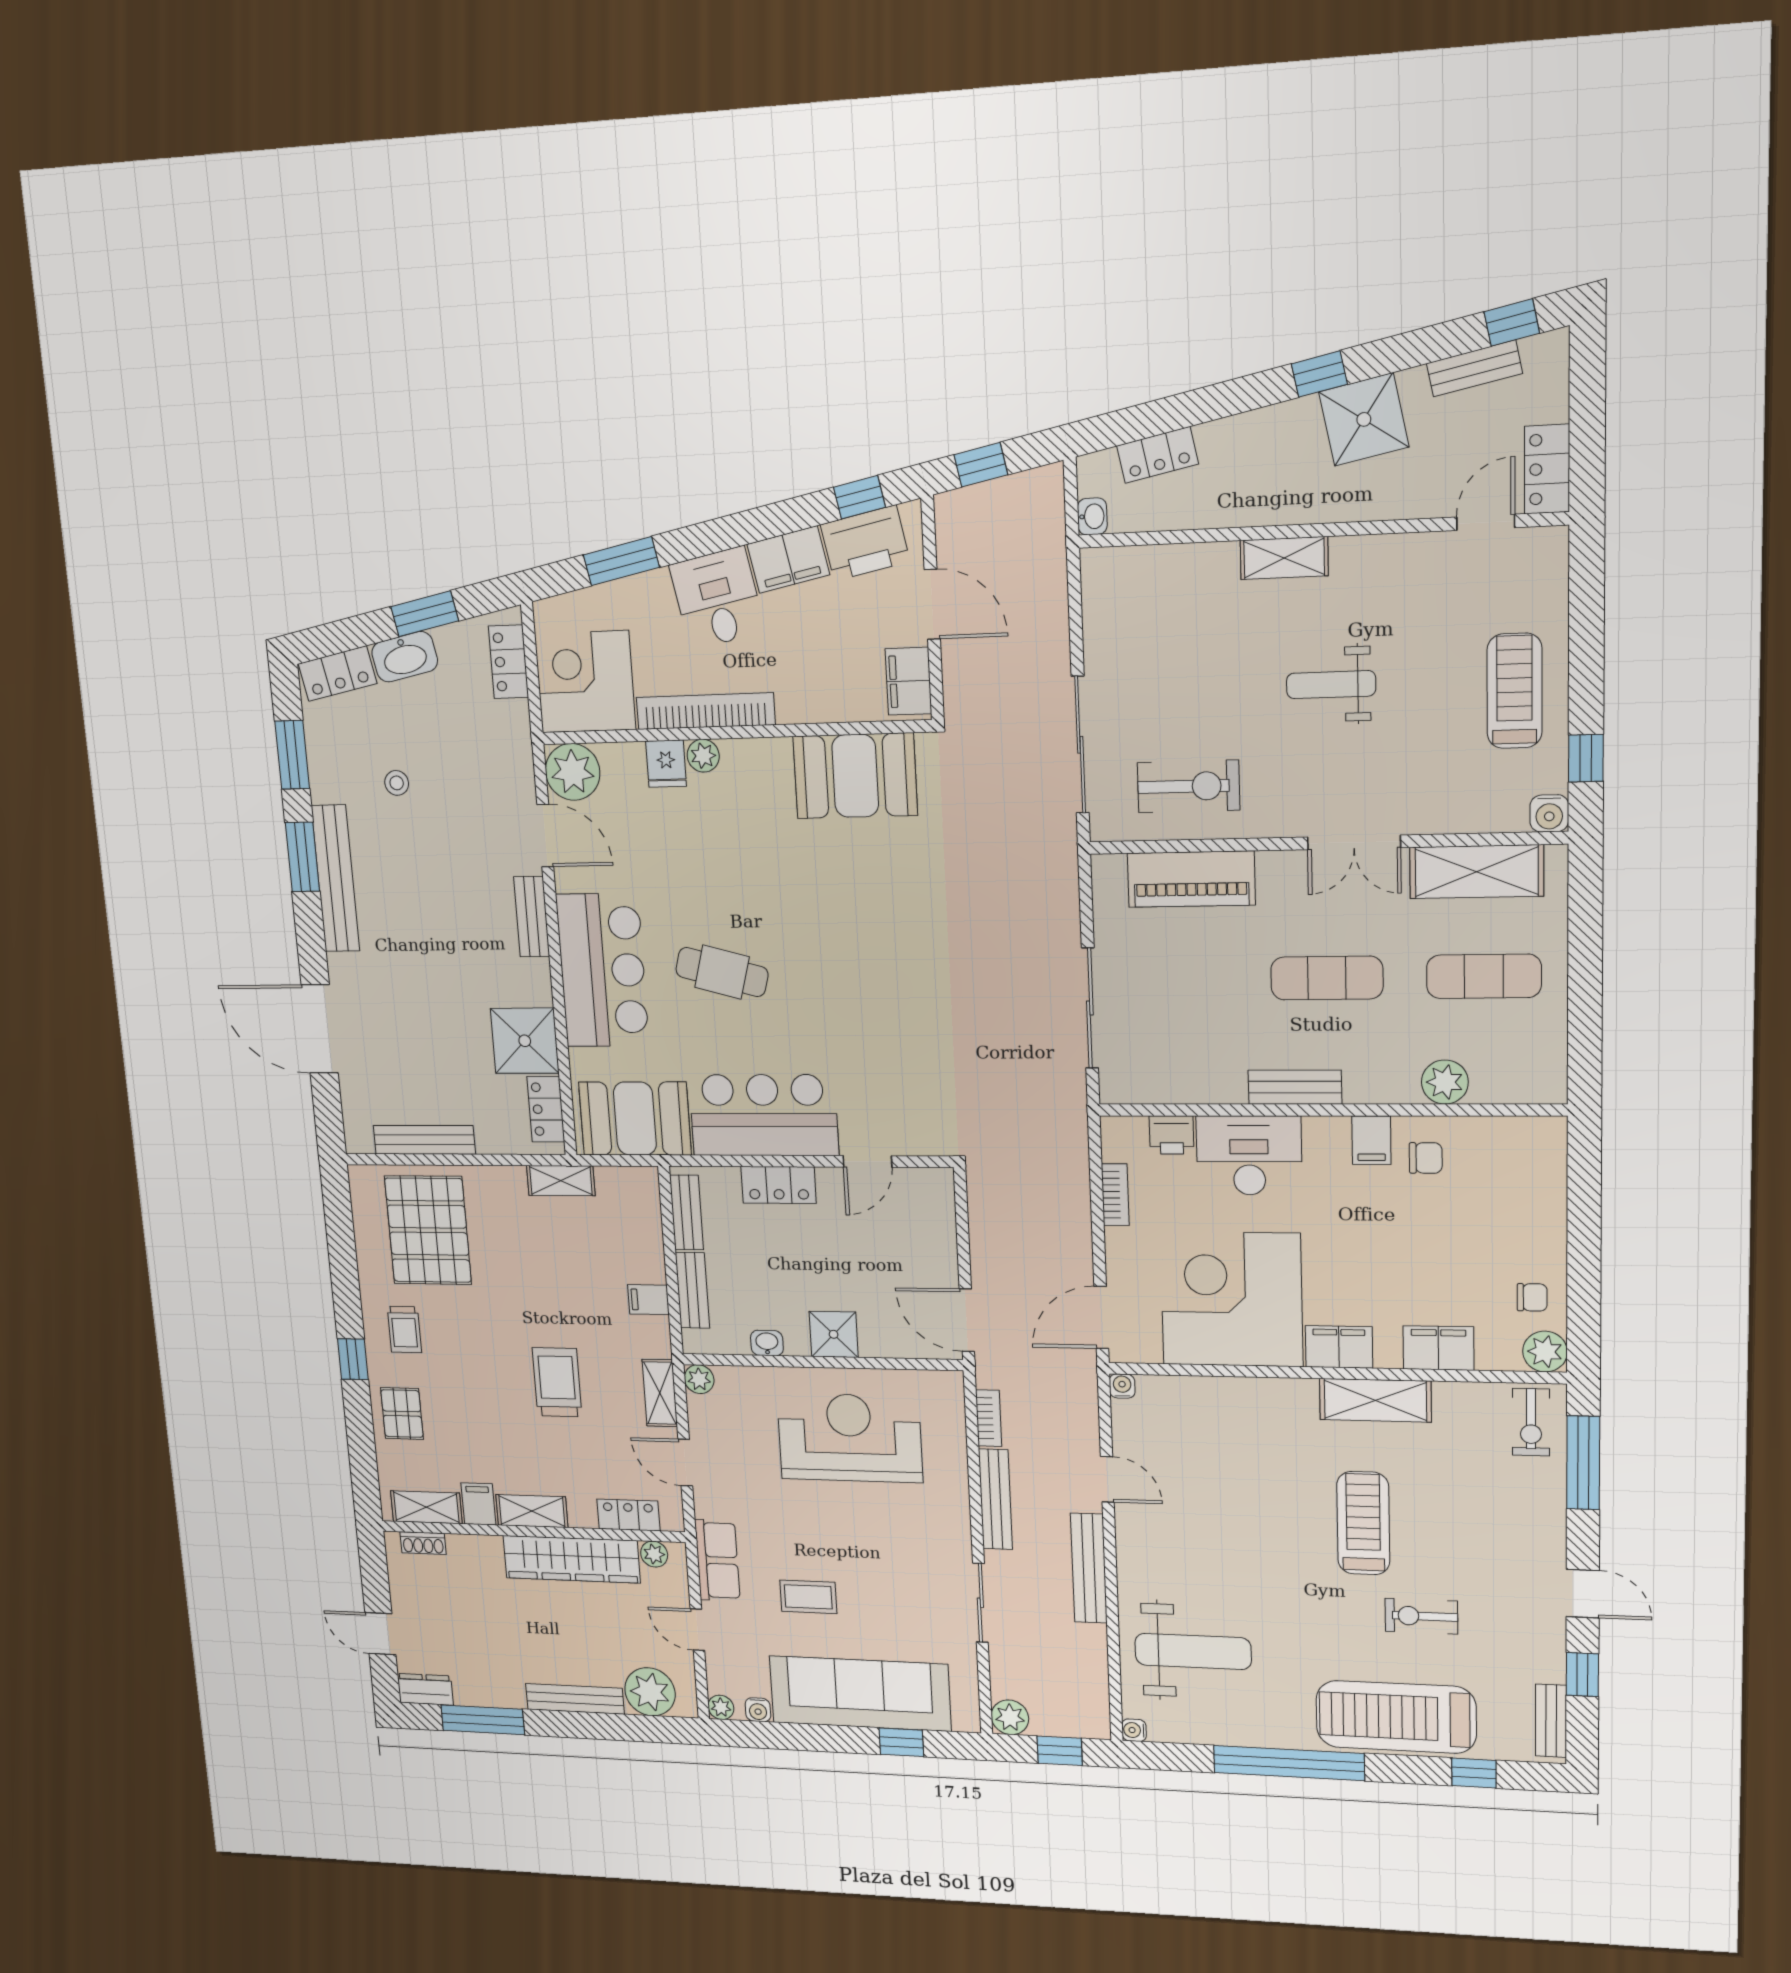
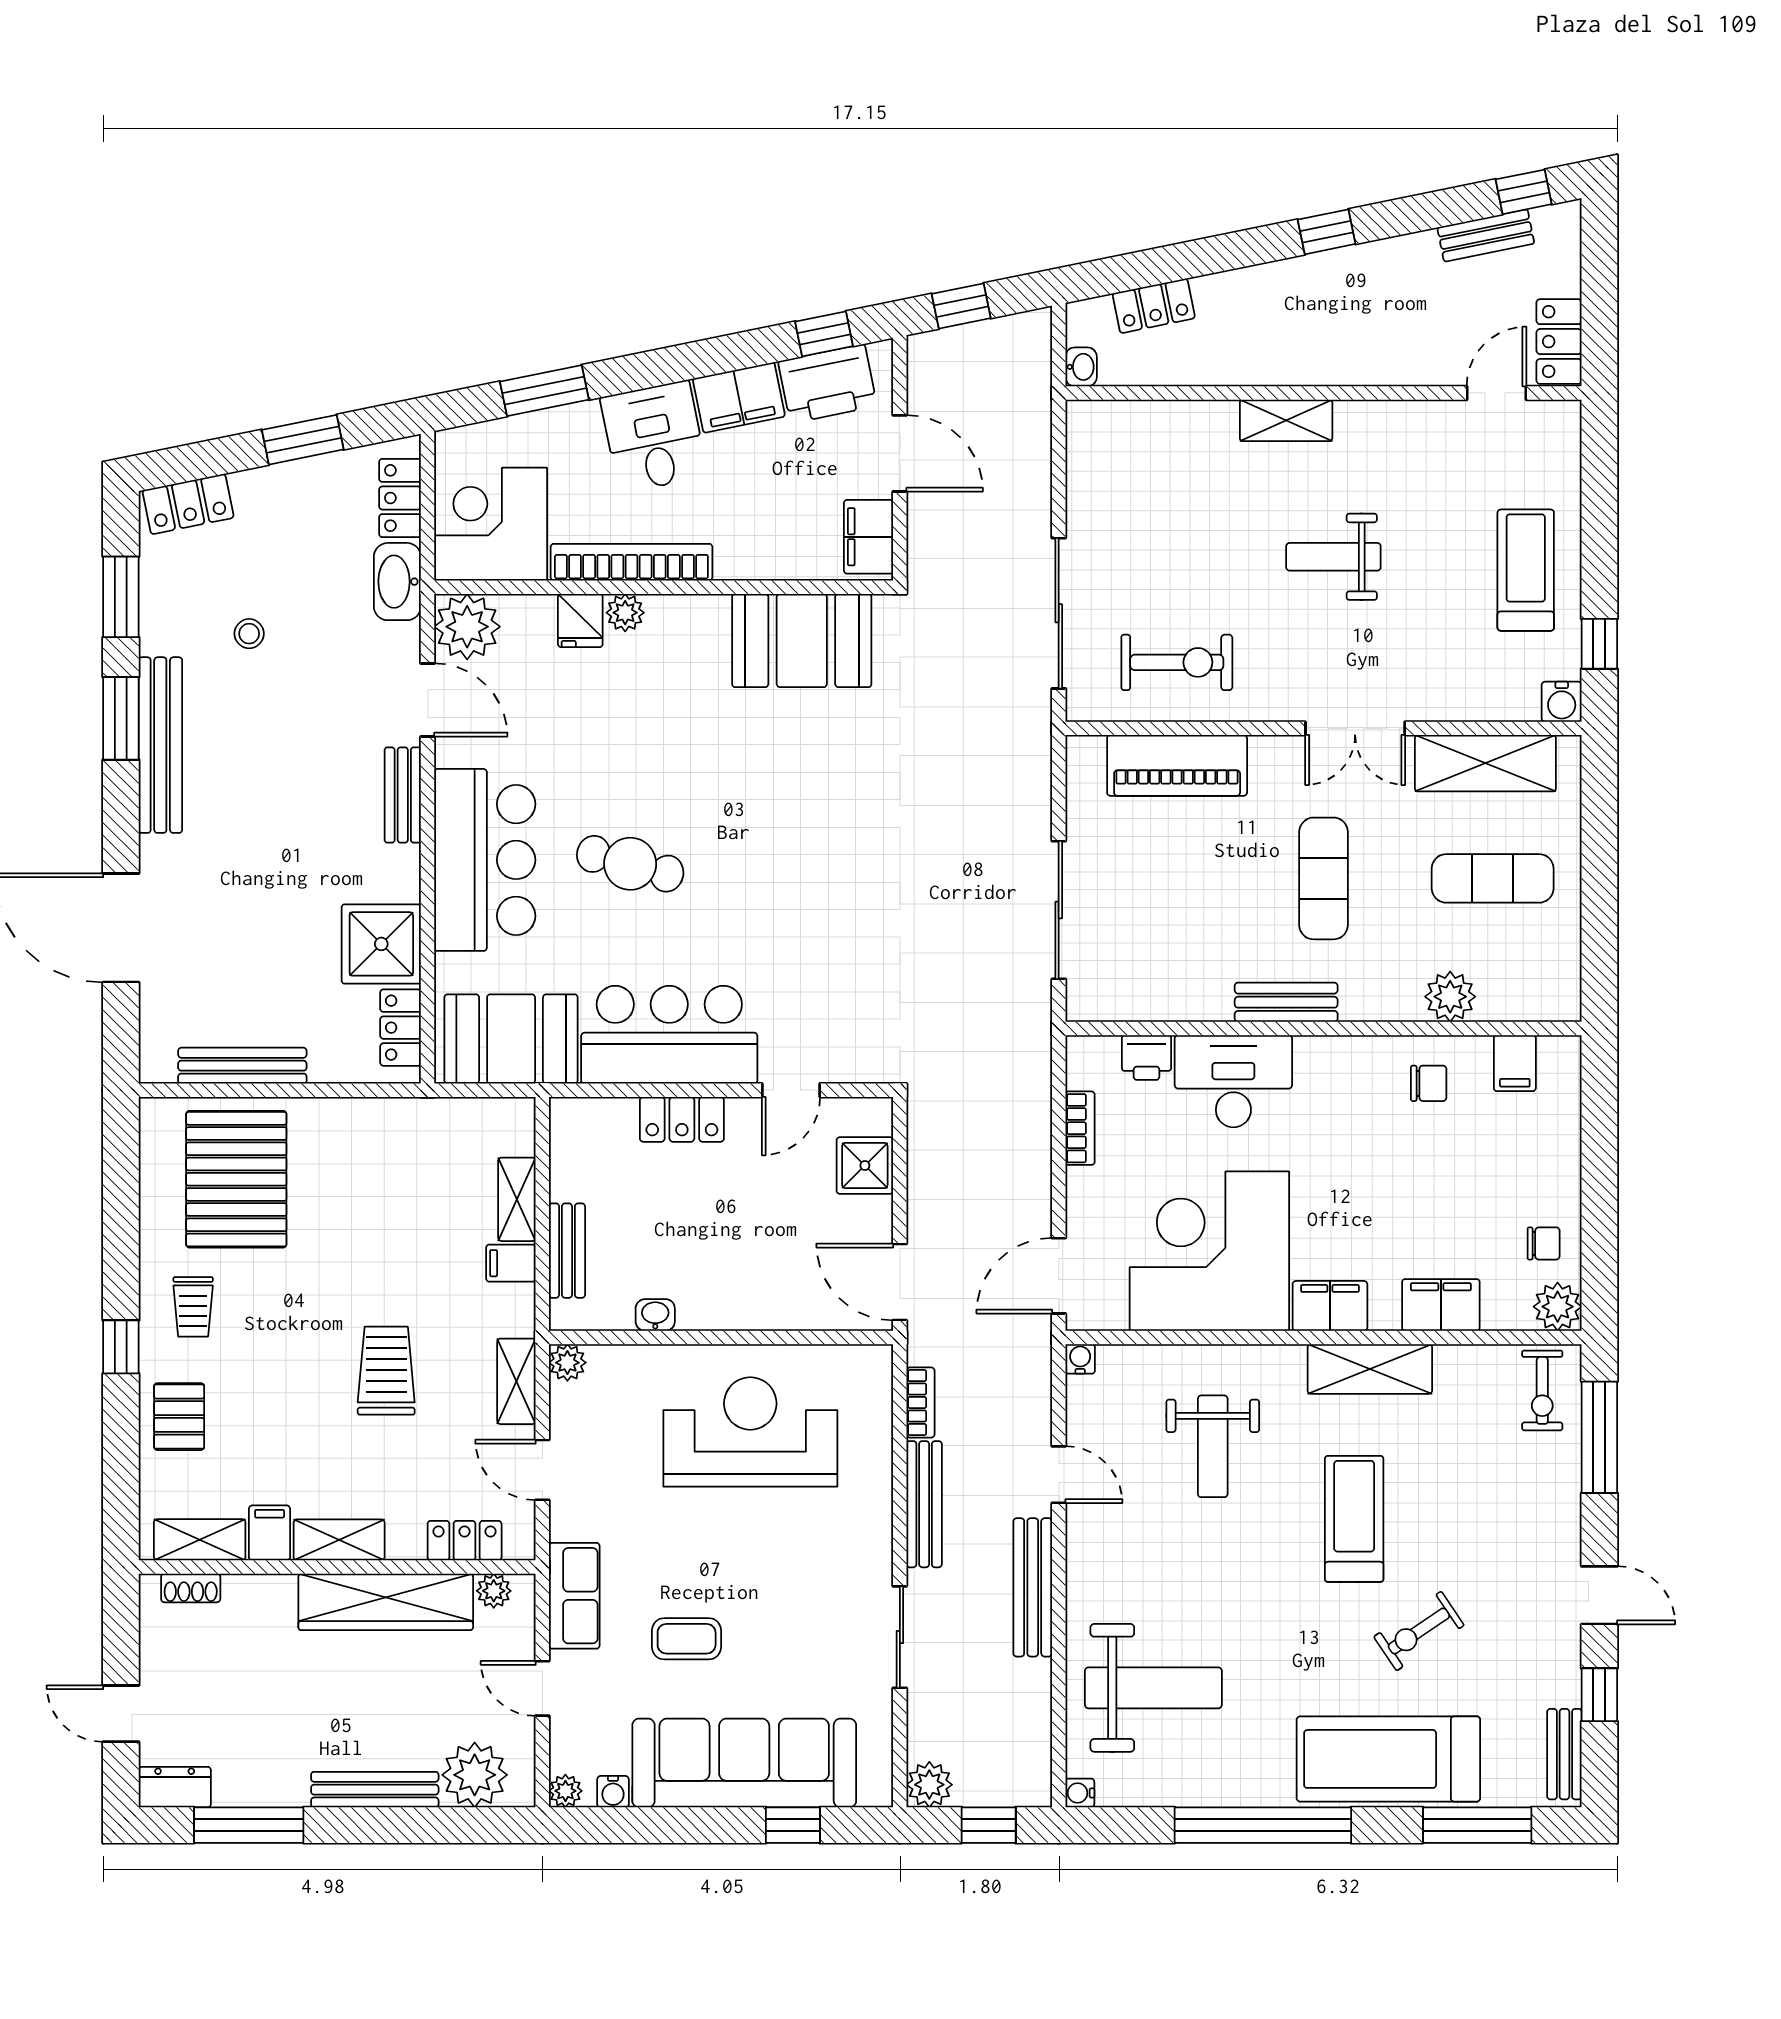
shower: (1364, 419) -> (1372, 281), removed
washbasin: (405, 657) -> (397, 582), moved, turned 101
exercise mat: (1327, 978) -> (1324, 878), turned 90
filing cabinet: (1371, 1140) -> (1515, 1063), moved
shelving: (561, 1181) -> (517, 1199), moved, turned 90
bench: (686, 1212) -> (567, 1154), removed
shower: (834, 1334) -> (865, 1165), moved
weight bench: (1239, 1460) -> (1213, 1446), added
exercise bike: (1421, 1616) -> (1419, 1631), turned -34
window: (1474, 1773) -> (1477, 1825), width x2.17

